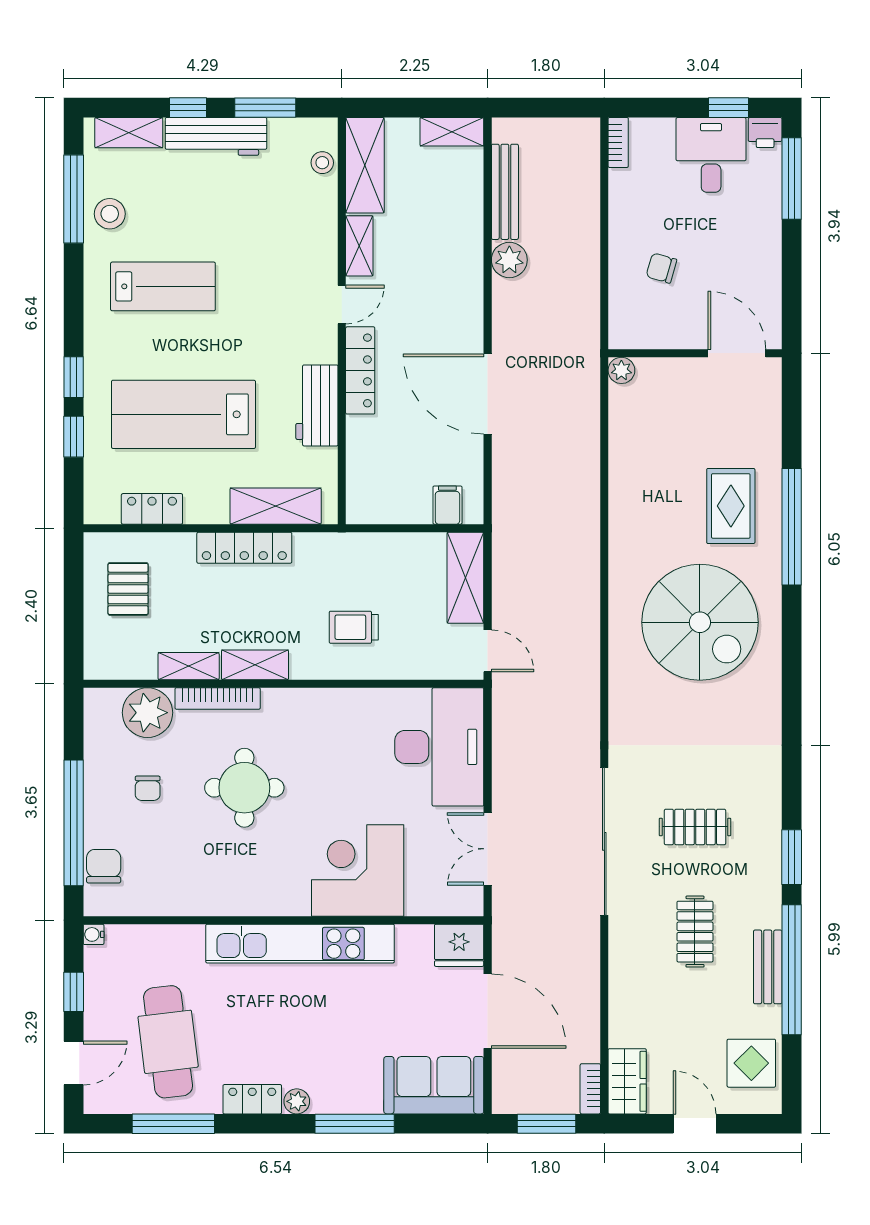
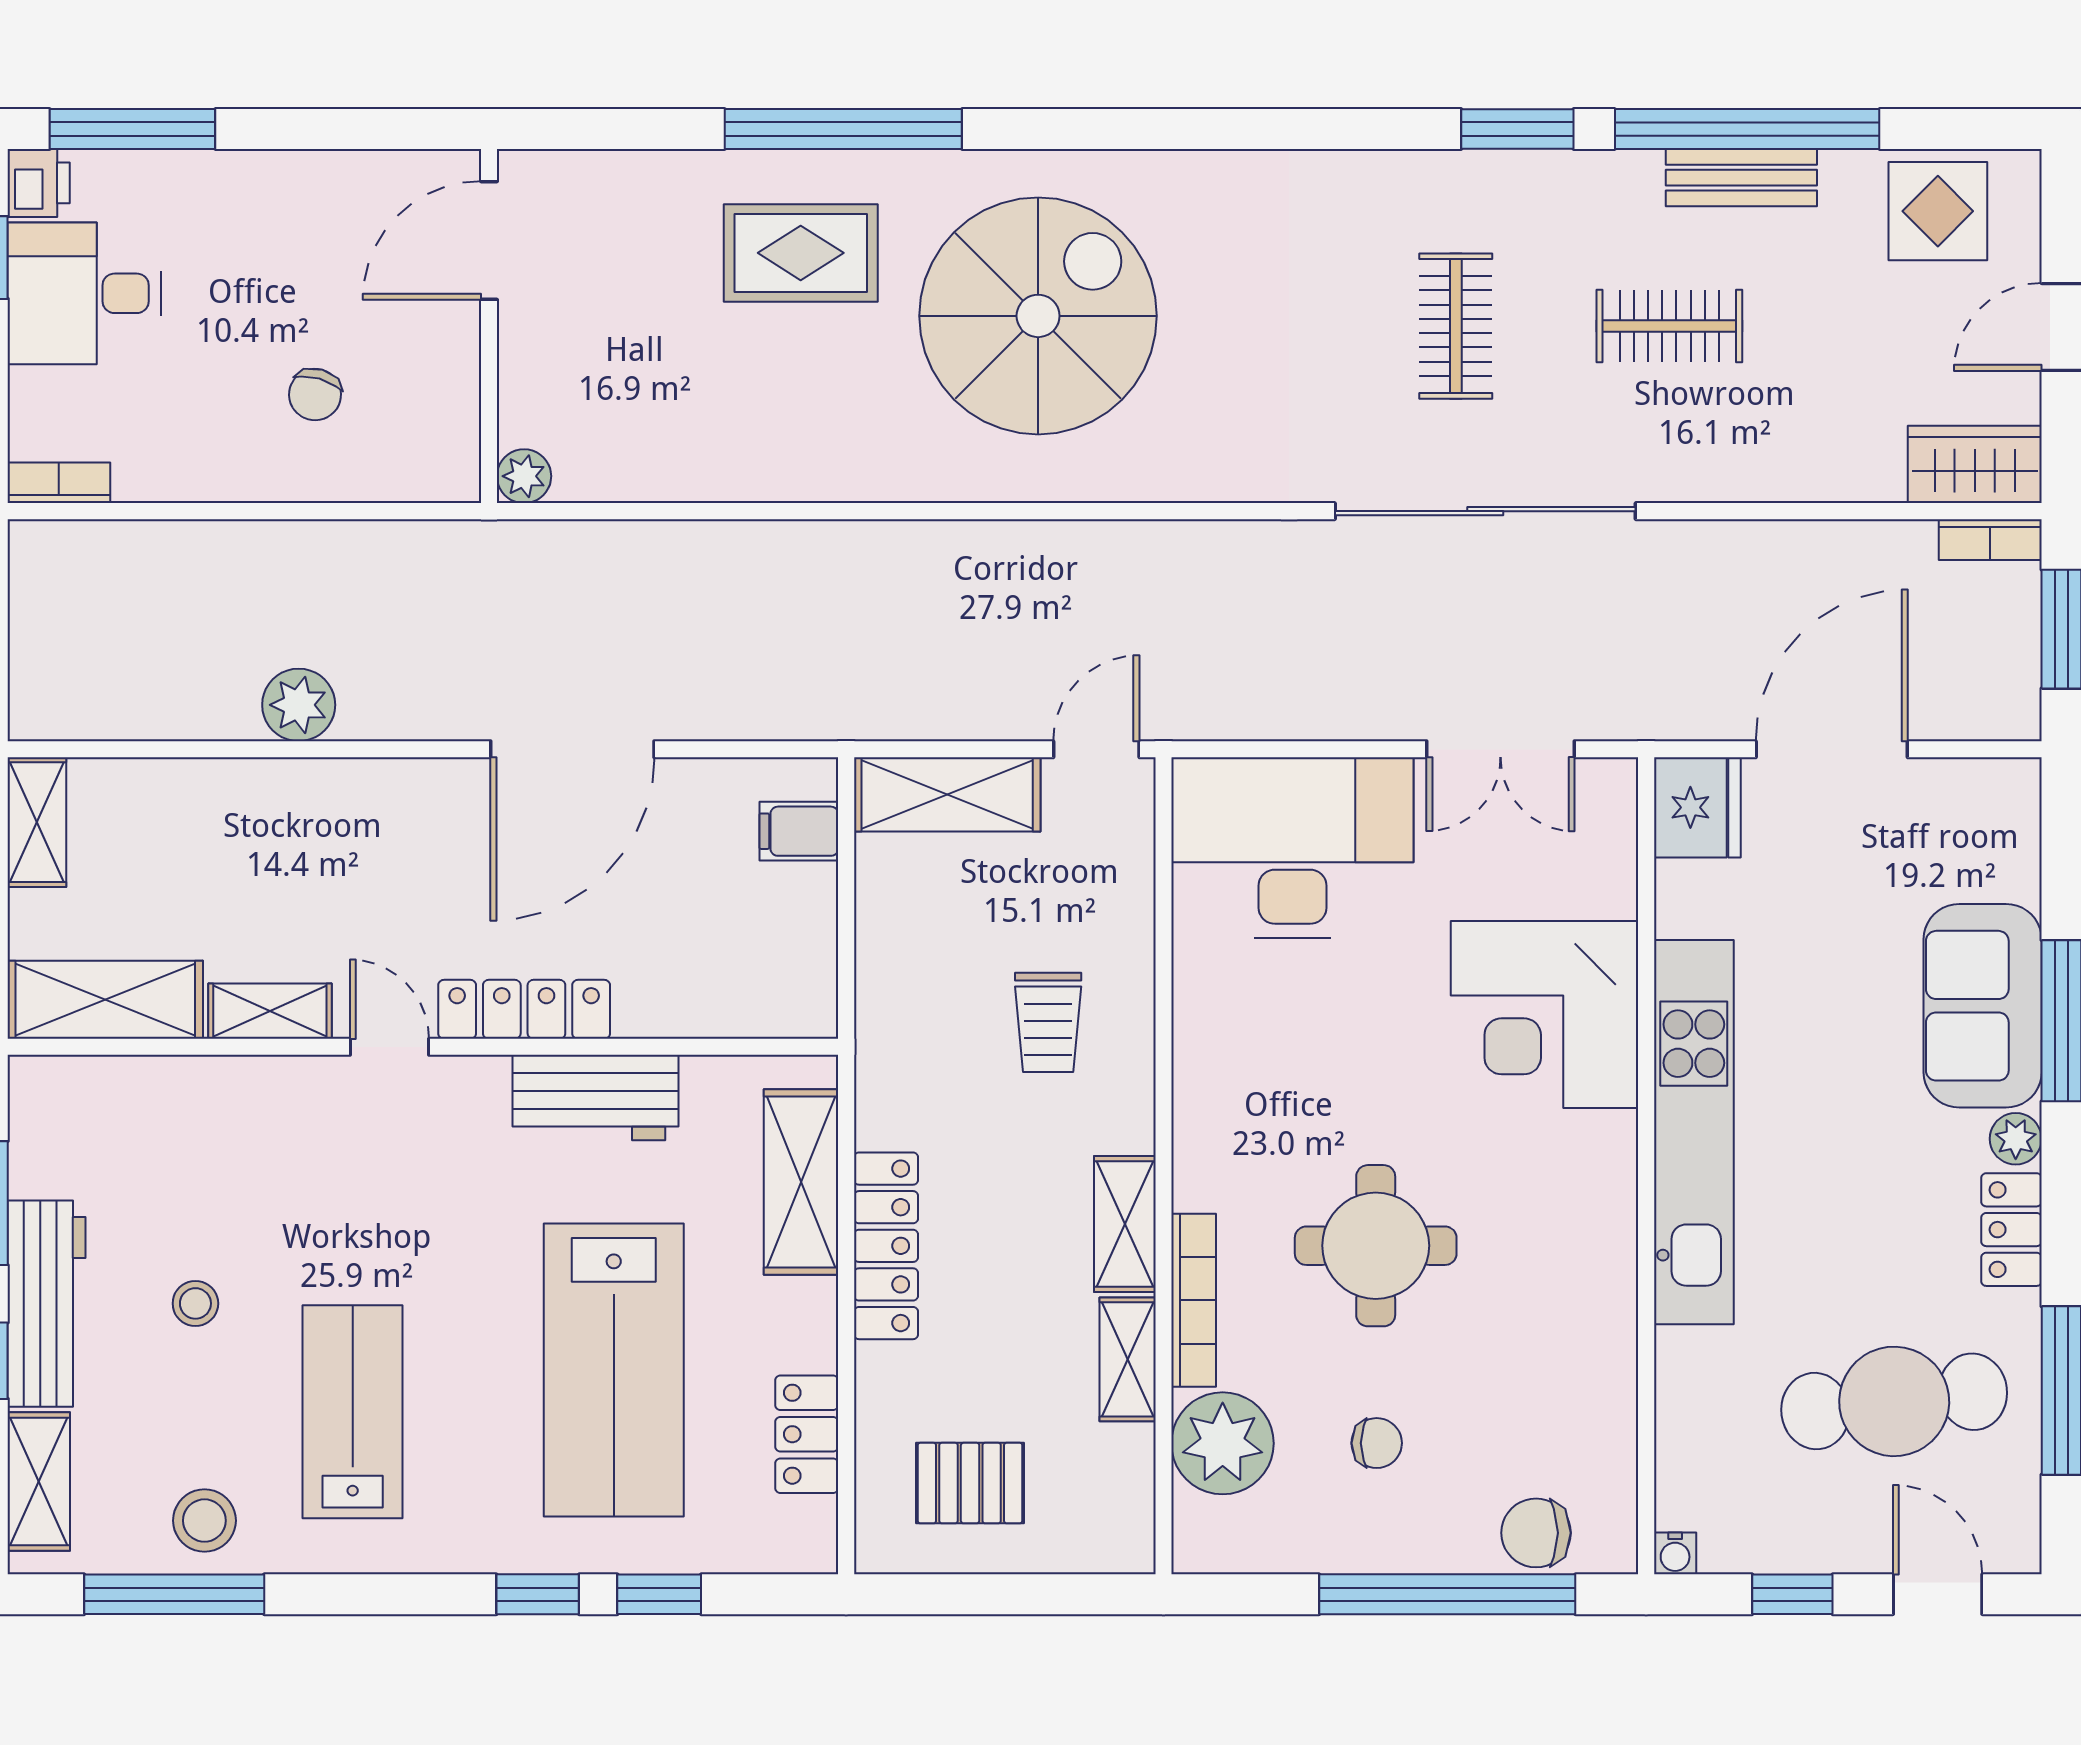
stool: (322, 163) -> (195, 1303), moved
bench: (505, 192) -> (160, 714), removed
sofa: (434, 1085) -> (1983, 1006), moved

